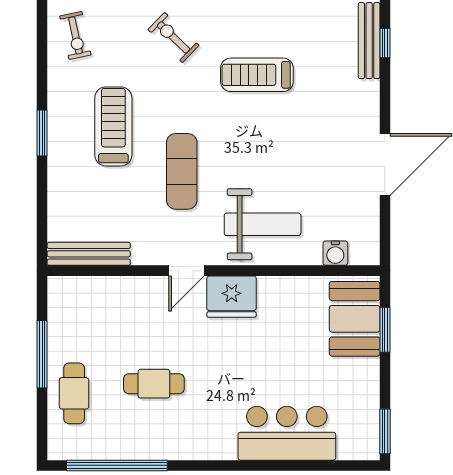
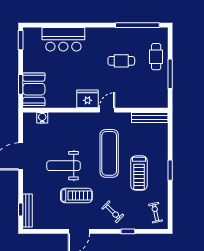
exercise mat: (182, 171) -> (109, 153), width x1.36, depth x1.45
weight bench: (263, 224) -> (64, 166), moved

